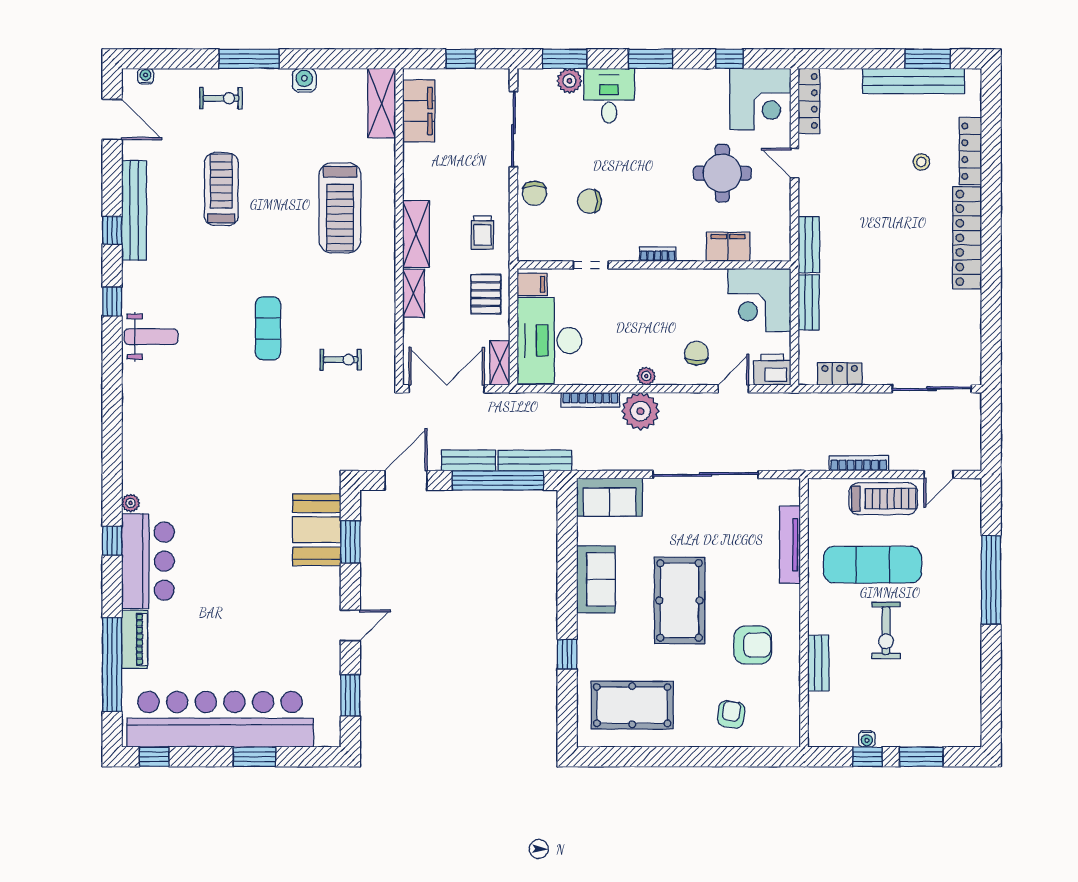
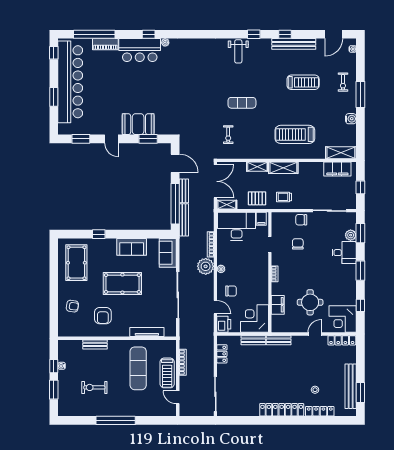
booth: (317, 530) -> (138, 124), moved
window: (991, 580) -> (116, 420), moved
exercise bike: (886, 630) -> (94, 387), moved

